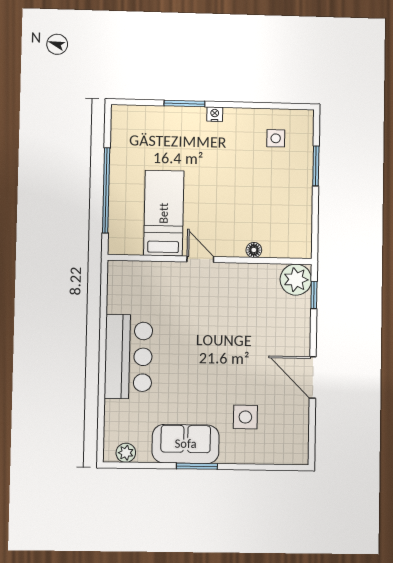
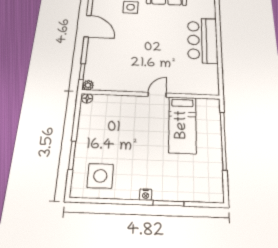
side table: (276, 138) -> (100, 176), width x1.87, depth x1.87
floor lamp: (254, 250) -> (87, 98), moved
door: (200, 259) -> (157, 95), swing flipped
plant: (296, 280) -> (88, 85), width x0.53, depth x0.53

